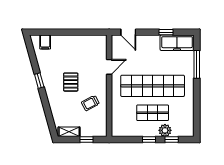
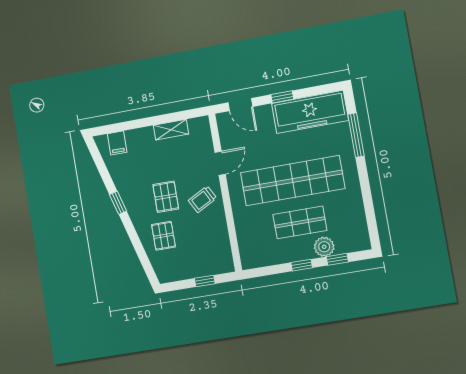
window: (166, 32) -> (282, 97), moved
freezer: (177, 43) -> (310, 112), width x1.36, depth x1.26
trolley: (90, 103) -> (202, 199), moved
pallet: (65, 107) -> (163, 236), added
shelving: (69, 132) -> (171, 130), moved

